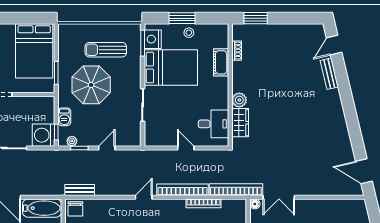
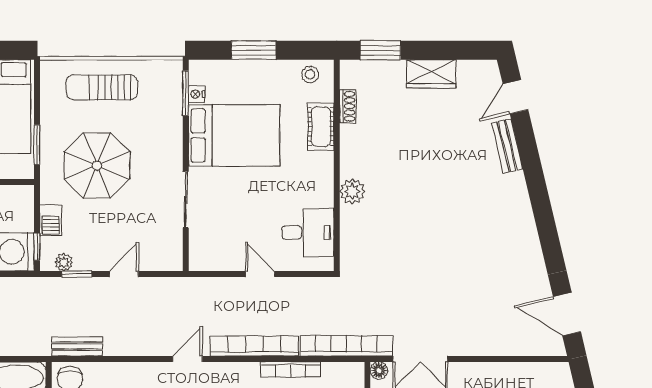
stool: (189, 33) -> (310, 75), moved
nightstand: (153, 39) -> (197, 94), width x0.53, depth x0.56
sun lounger: (106, 50) -> (102, 87), moved
wardrobe: (240, 123) -> (431, 74), moved, turned 90

